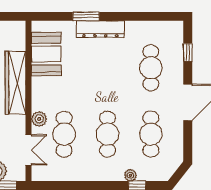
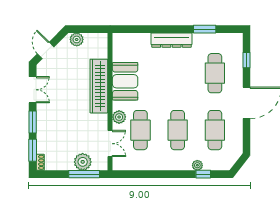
window: (86, 16) -> (205, 29), moved
booth: (46, 54) -> (125, 81), moved

